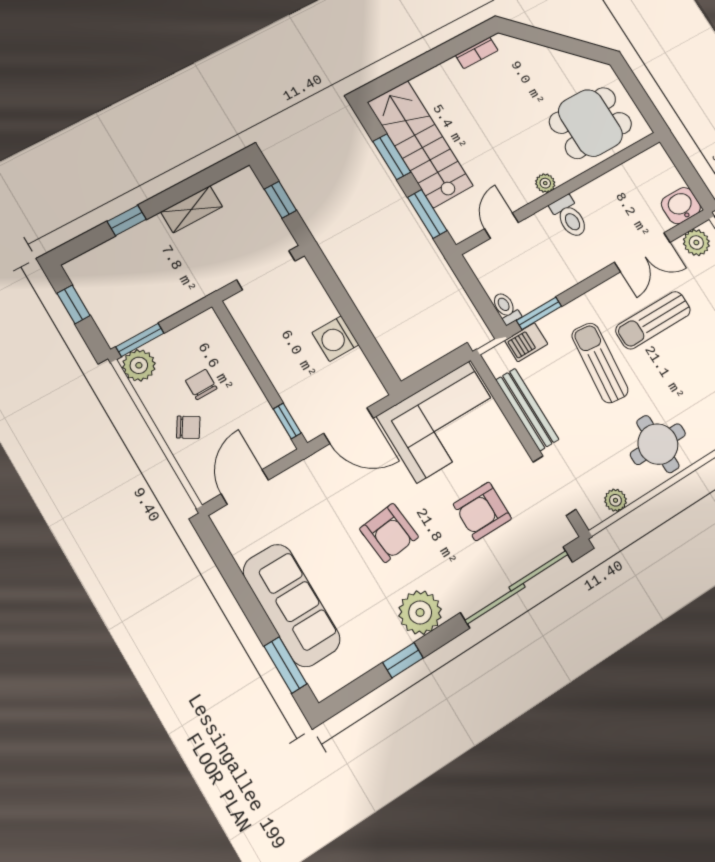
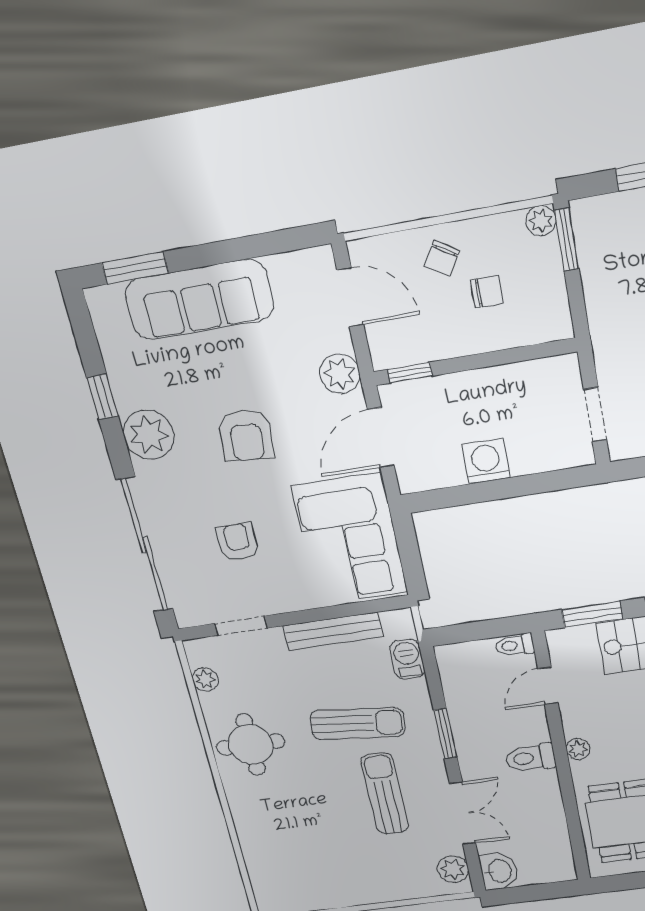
door: (501, 226) -> (548, 686), swing flipped
double door: (642, 252) -> (463, 813), swing flipped
doorway: (266, 270) -> (595, 415), width x0.73
toilet: (506, 308) -> (515, 645), moved, turned 180
window: (539, 313) -> (445, 734), moved
plant: (139, 365) -> (541, 221), width x0.73, depth x0.73
plant: (309, 475) -> (340, 374), added
doorway: (554, 486) -> (241, 626), width x0.73
armchair: (482, 511) -> (238, 542), width x0.72, depth x0.72
armchair: (389, 533) -> (246, 435), turned -79

